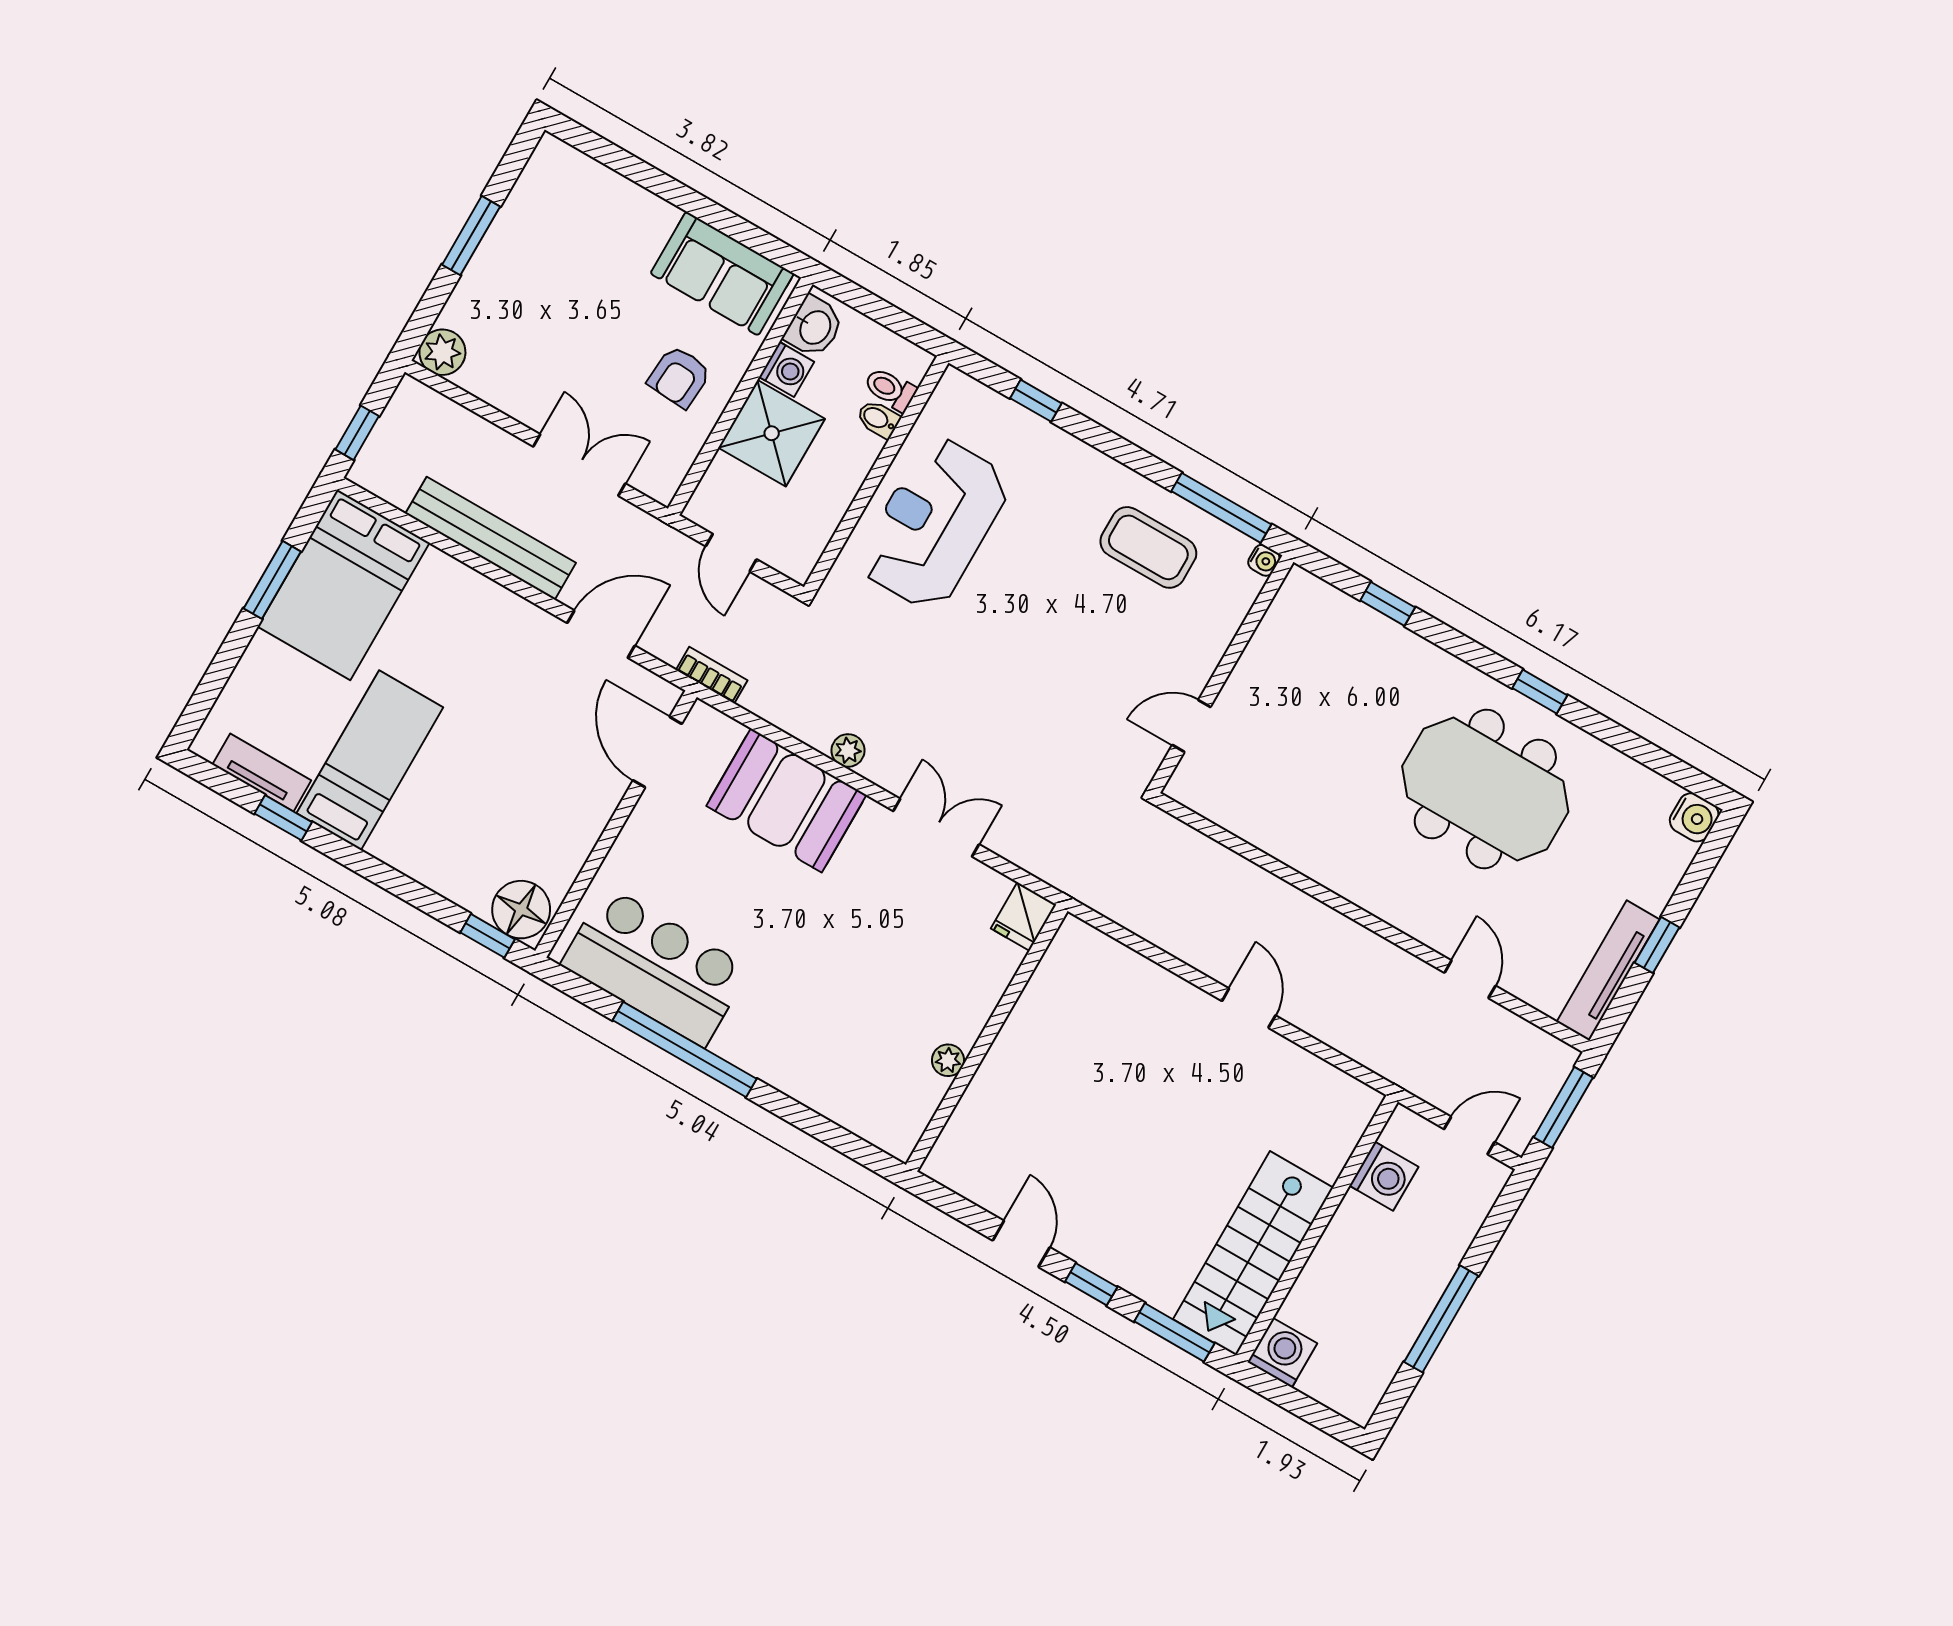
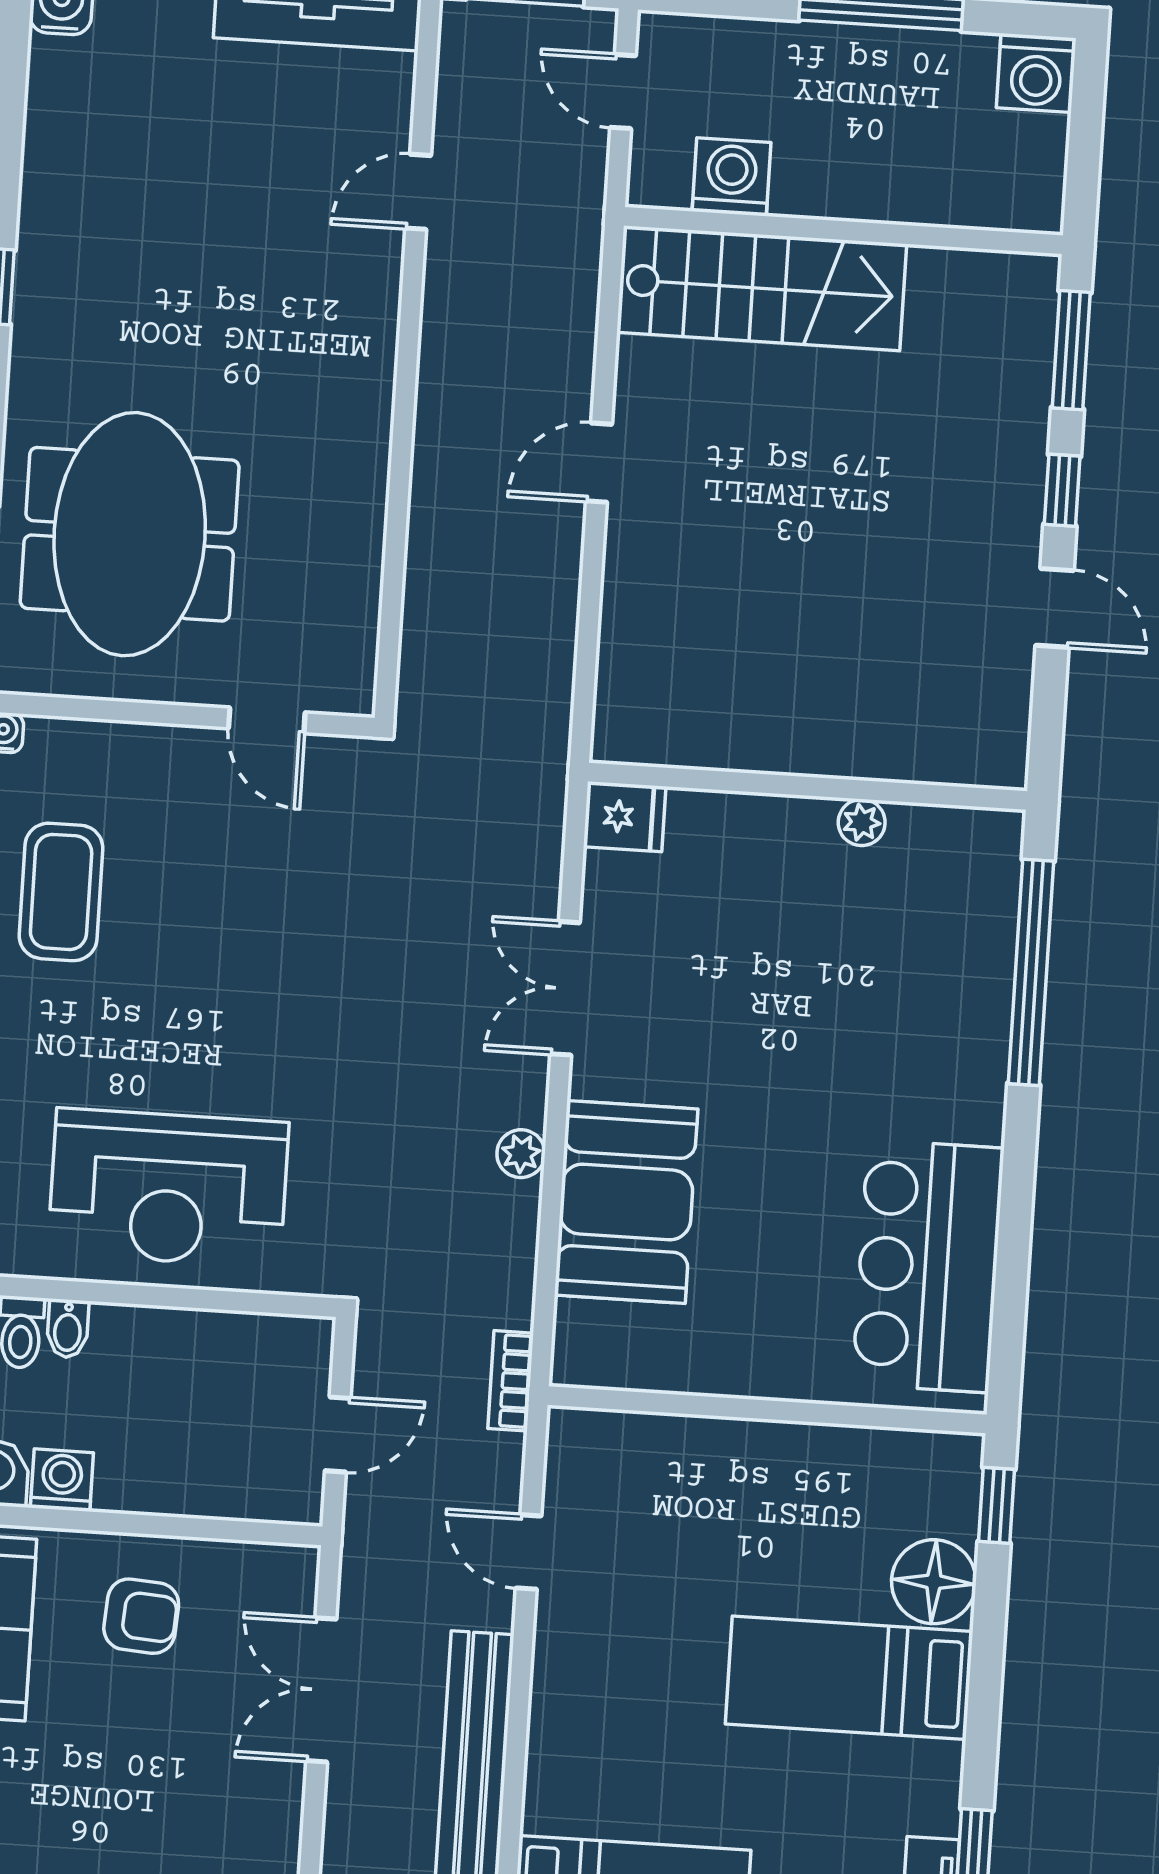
shower: (772, 433) -> (155, 1459), removed
door: (601, 634) -> (529, 1552), width x0.73
door: (657, 752) -> (646, 1402), removed
bed: (370, 760) -> (849, 1678), moved
meeting table: (1485, 789) -> (130, 534), moved
floor lamp: (521, 910) -> (934, 1582), moved
window: (685, 1050) -> (1031, 972), moved
door: (1021, 1244) -> (1055, 608), swing flipped
stairs: (1253, 1253) -> (762, 288), moved
washing machine: (1282, 1353) -> (1036, 73), moved, turned -90

